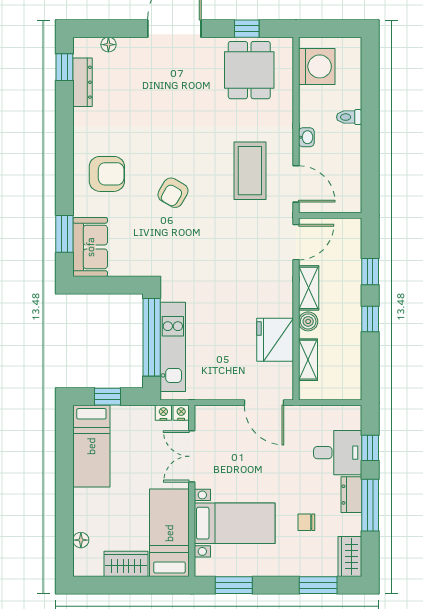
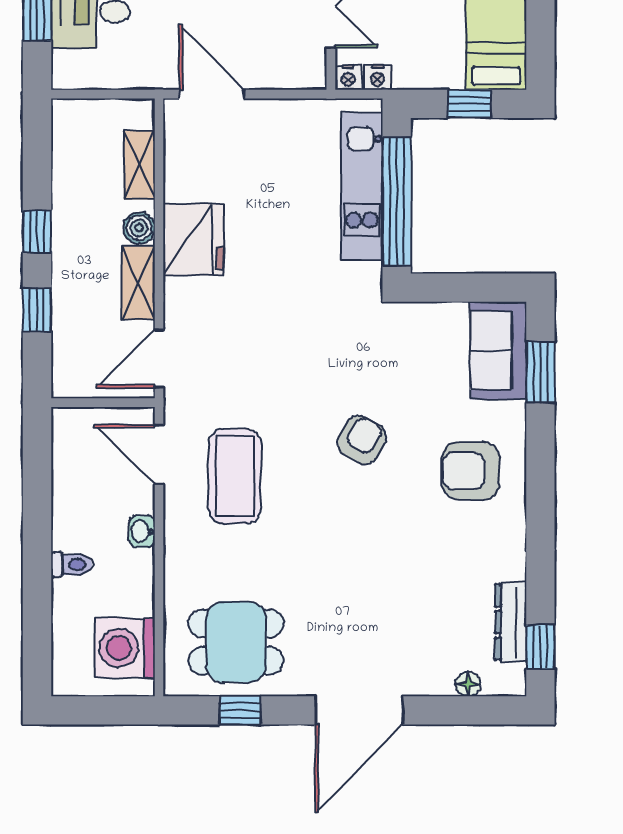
dining table: (249, 70) -> (236, 642), turned 90
fridge: (275, 340) -> (193, 240), moved

